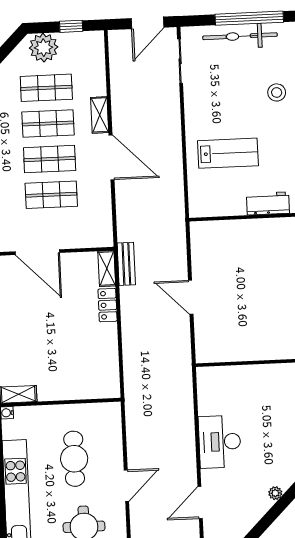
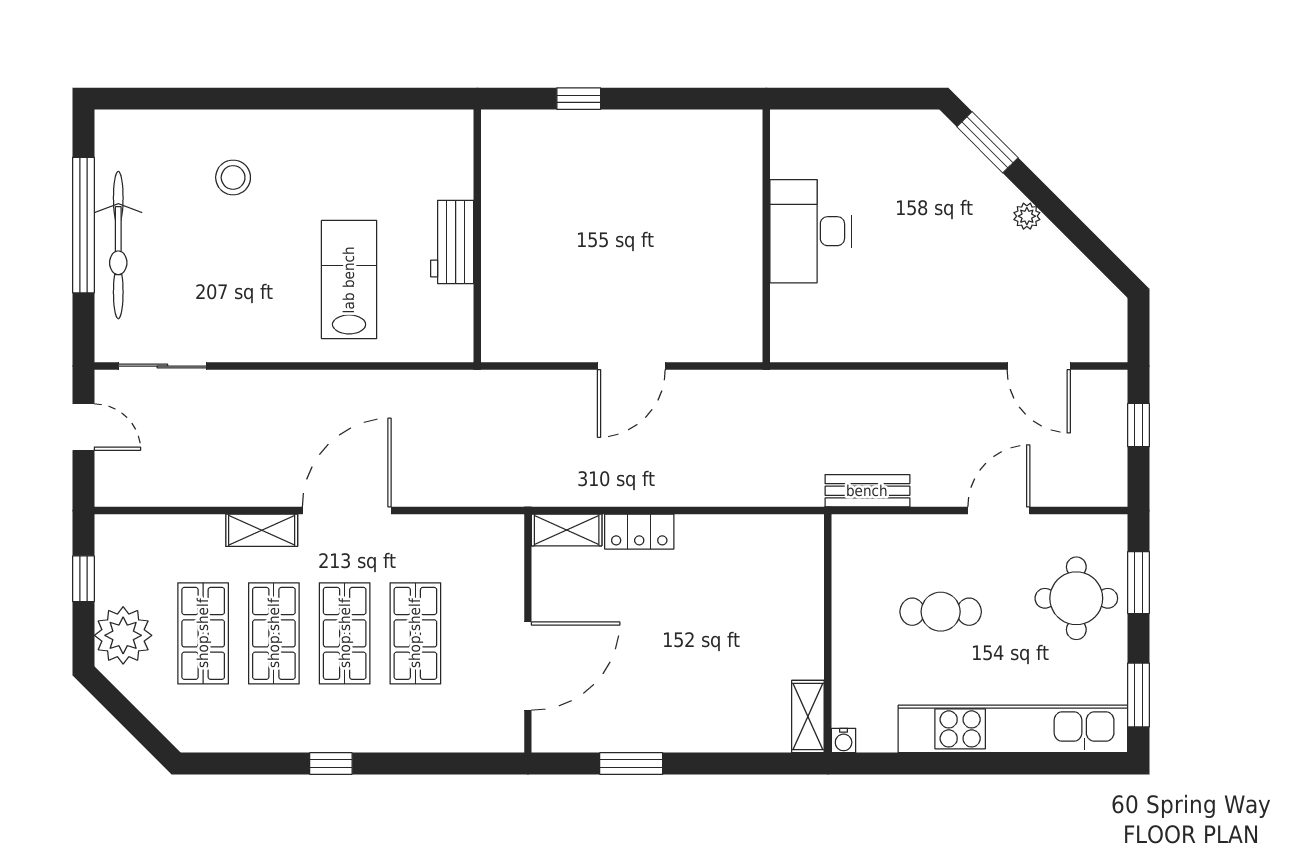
door: (147, 23) -> (83, 427), width x0.73
workbench: (268, 203) -> (452, 242), moved
bench: (126, 264) -> (867, 491), moved
desk: (220, 442) -> (811, 231), moved, turned 90
cafe table: (74, 459) -> (941, 612), width x0.73, depth x0.74
door: (126, 486) -> (999, 511), hinge flipped

